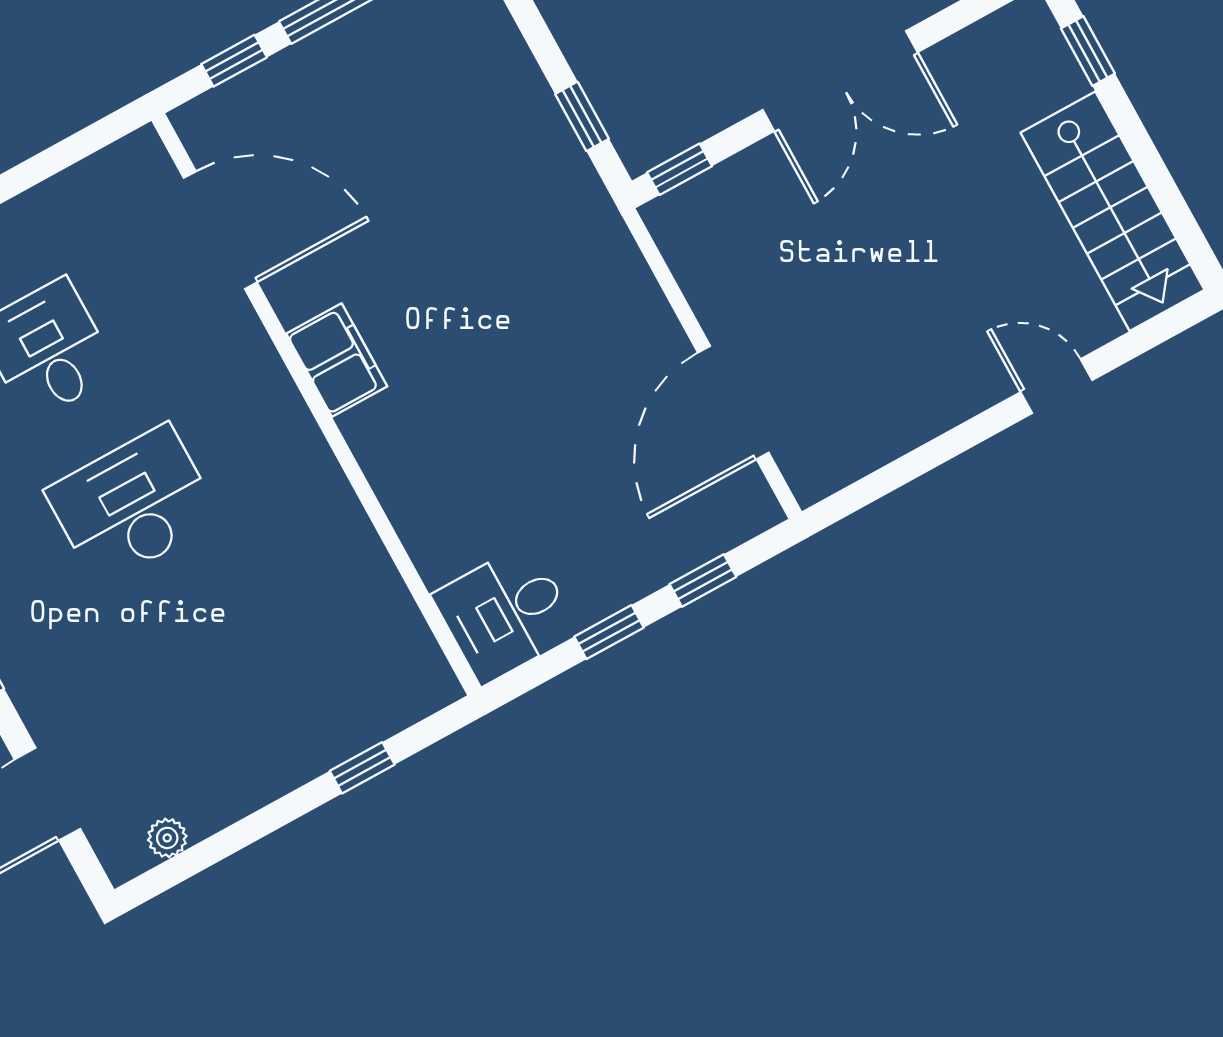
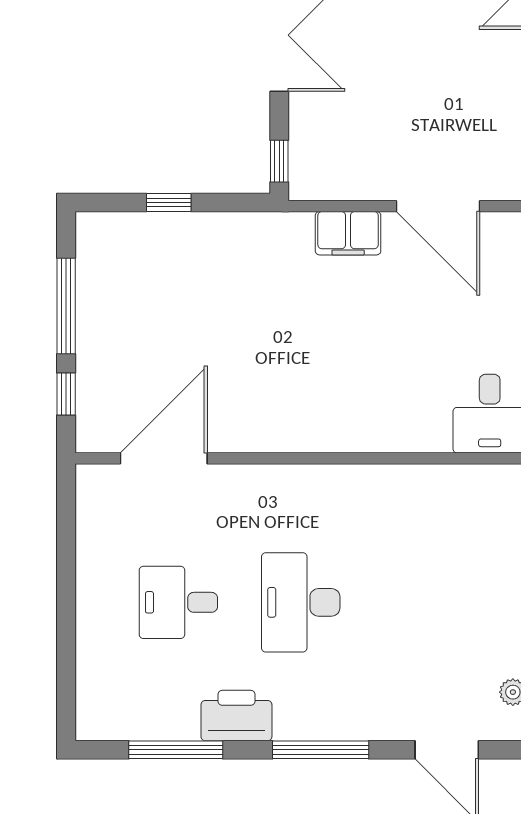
window: (582, 116) -> (169, 203), moved
filing cabinet: (337, 360) -> (348, 233), moved, turned 180

